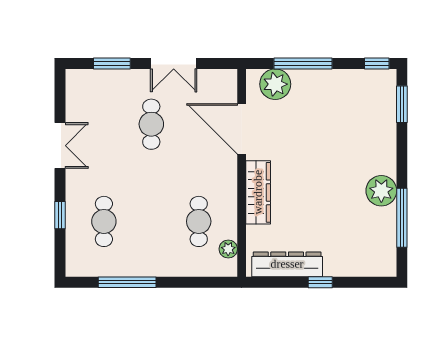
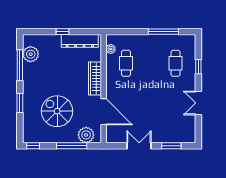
window: (402, 104) -> (20, 103), moved
cafe table: (151, 124) -> (151, 114), removed
spiral stairs: (331, 130) -> (57, 111), added
plant: (381, 191) -> (31, 54), moved

